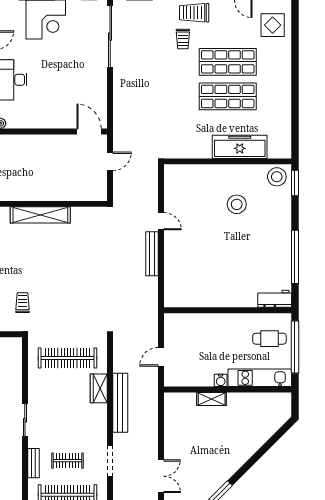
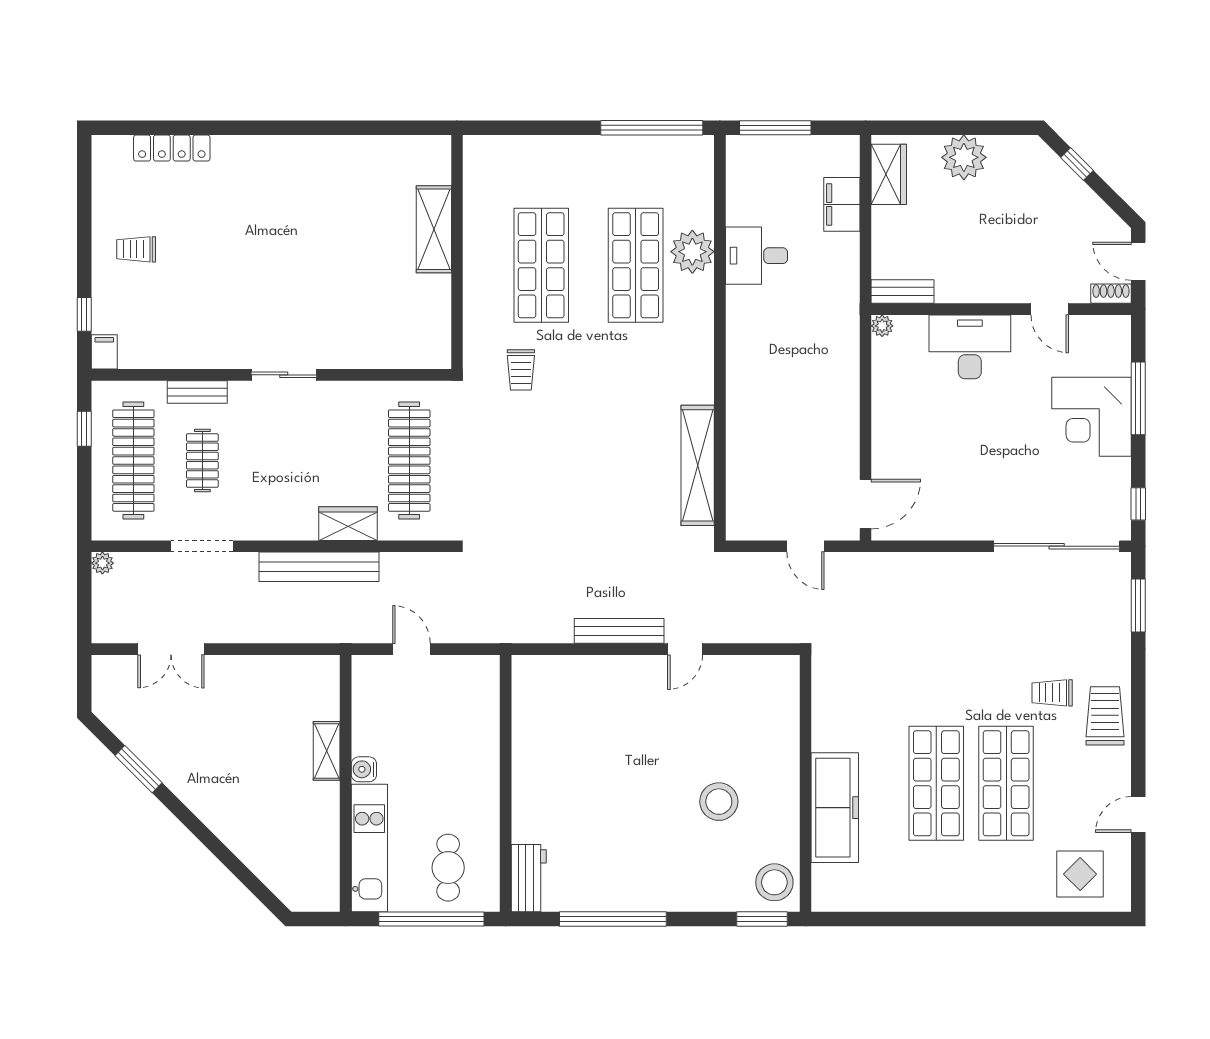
shelving: (40, 215) -> (698, 465), moved
trolley: (23, 303) -> (521, 370), turned 90

